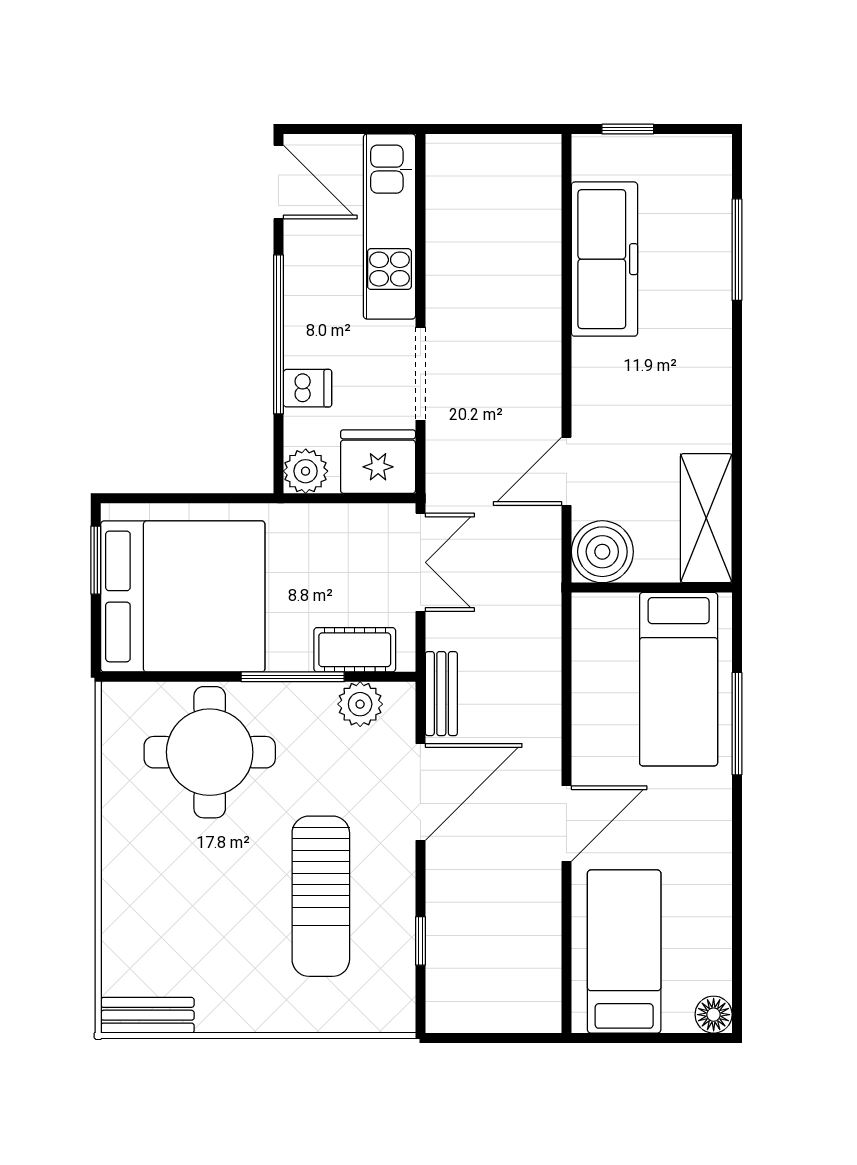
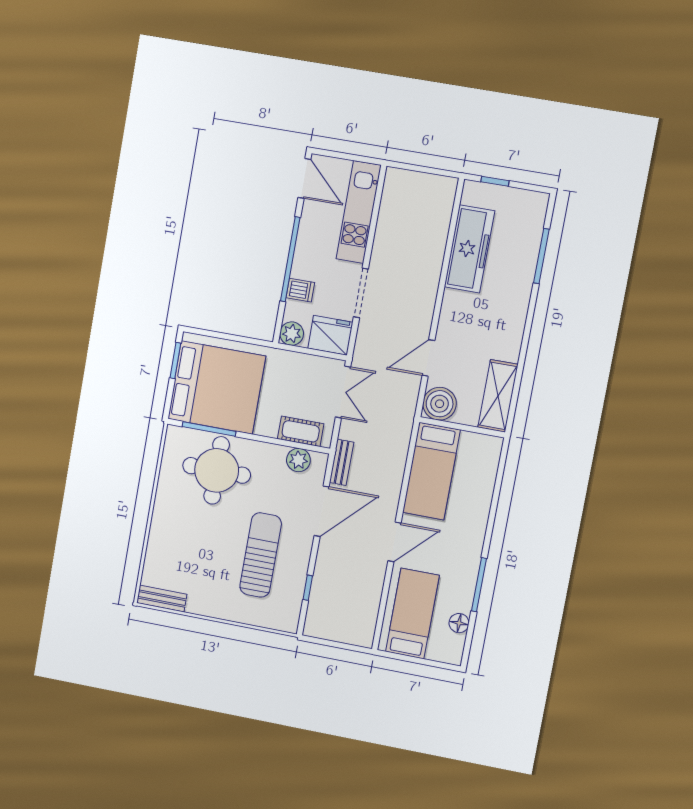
window: (293, 677) -> (209, 429), moved
bed: (679, 679) -> (431, 471), moved
window: (737, 724) -> (479, 585), moved
sun lounger: (321, 896) -> (261, 555), turned 180
floor lamp: (714, 1015) -> (459, 623), moved

